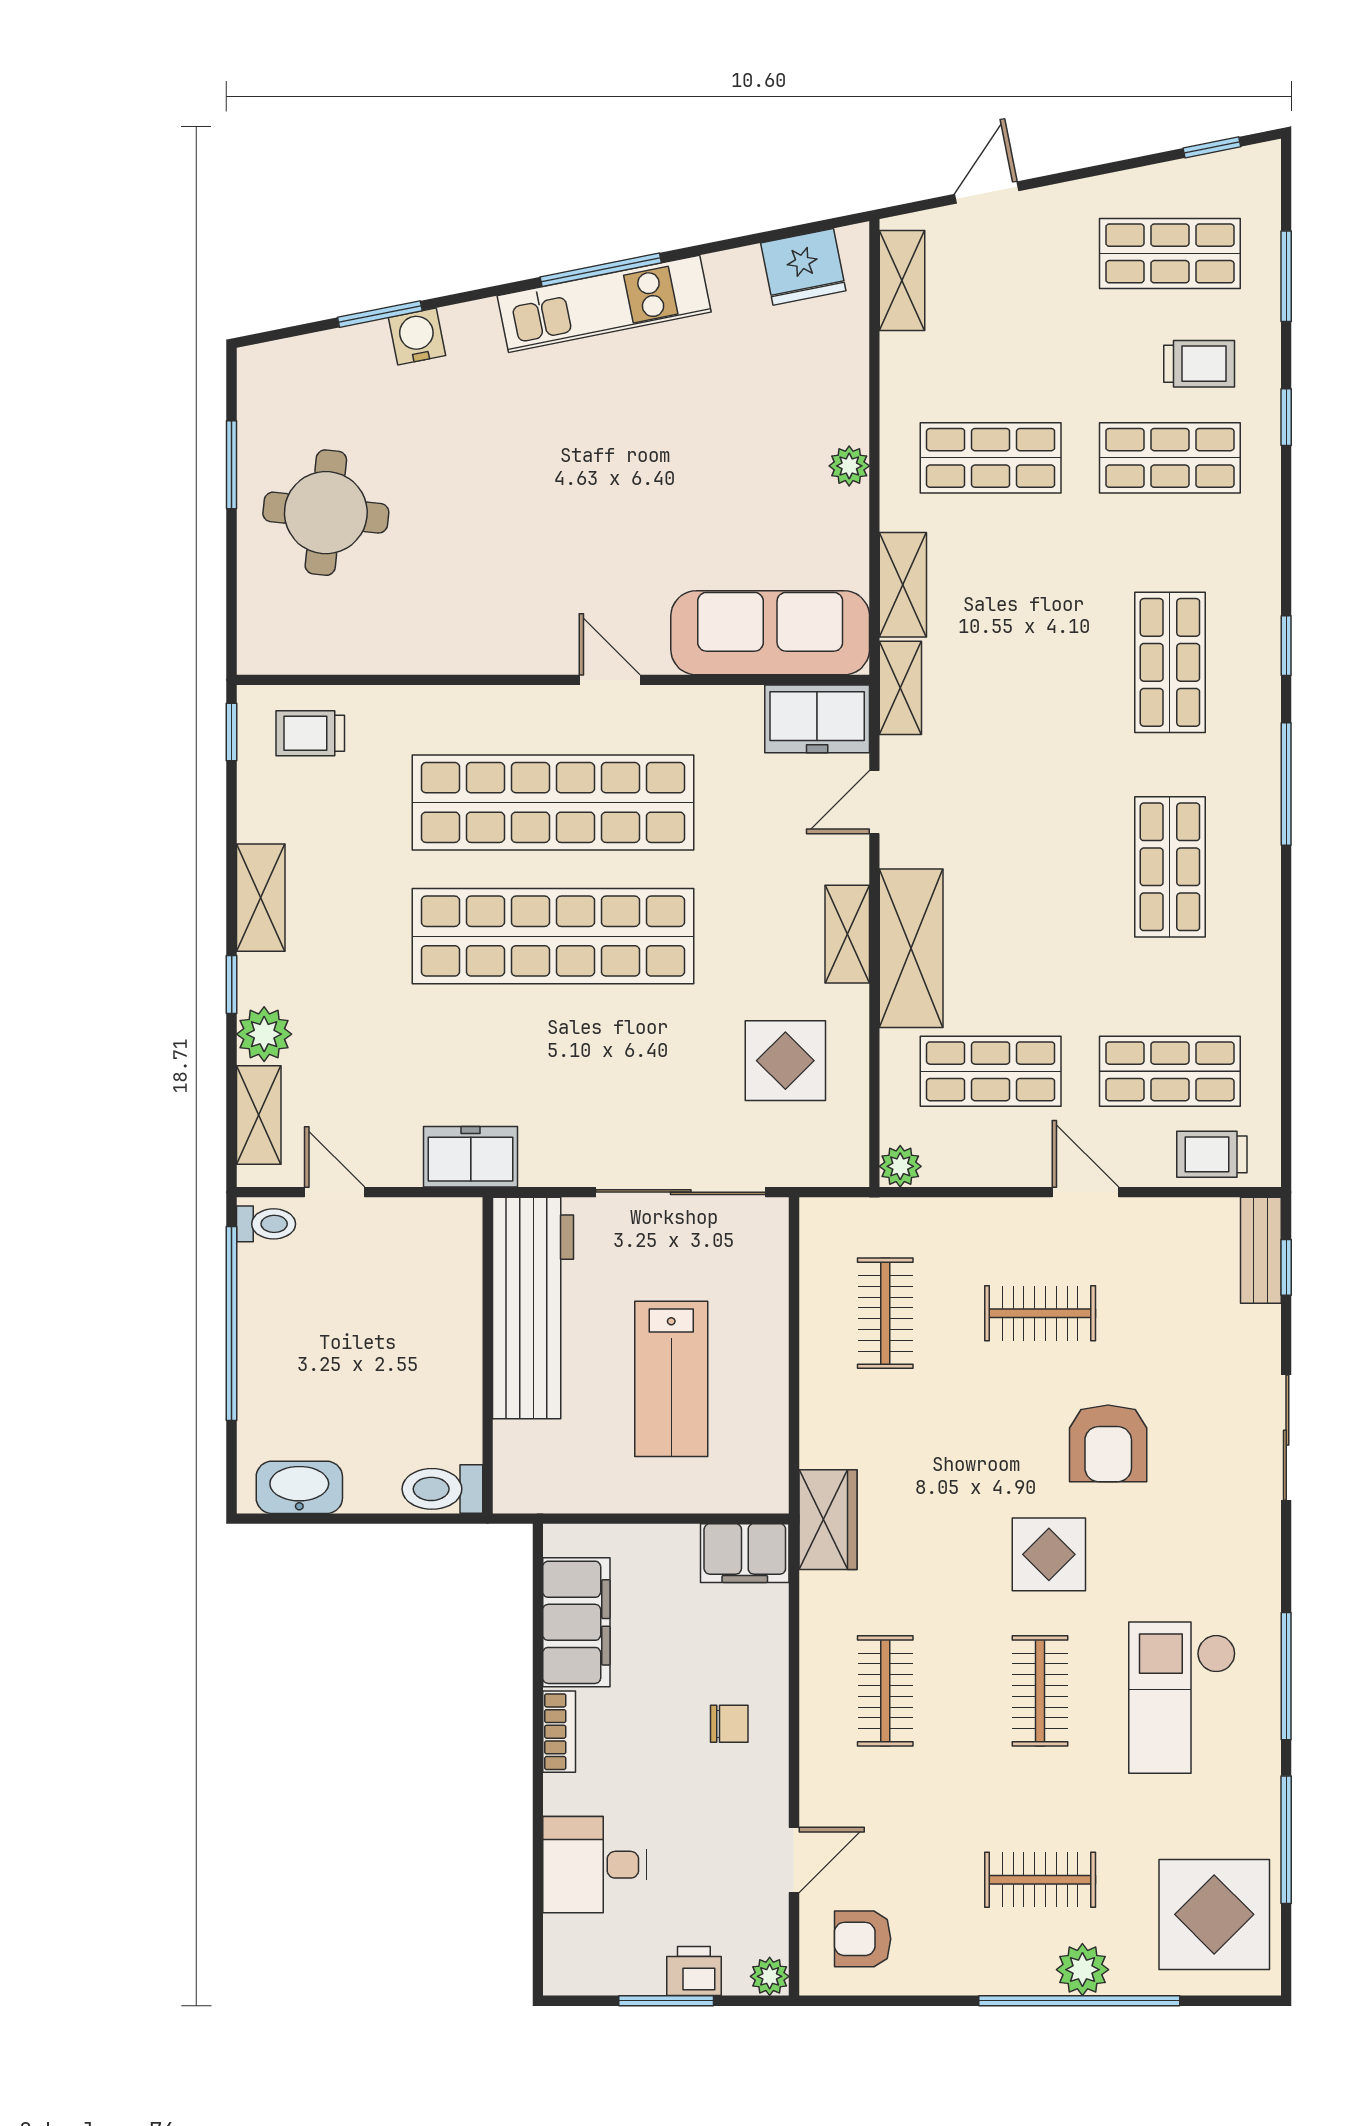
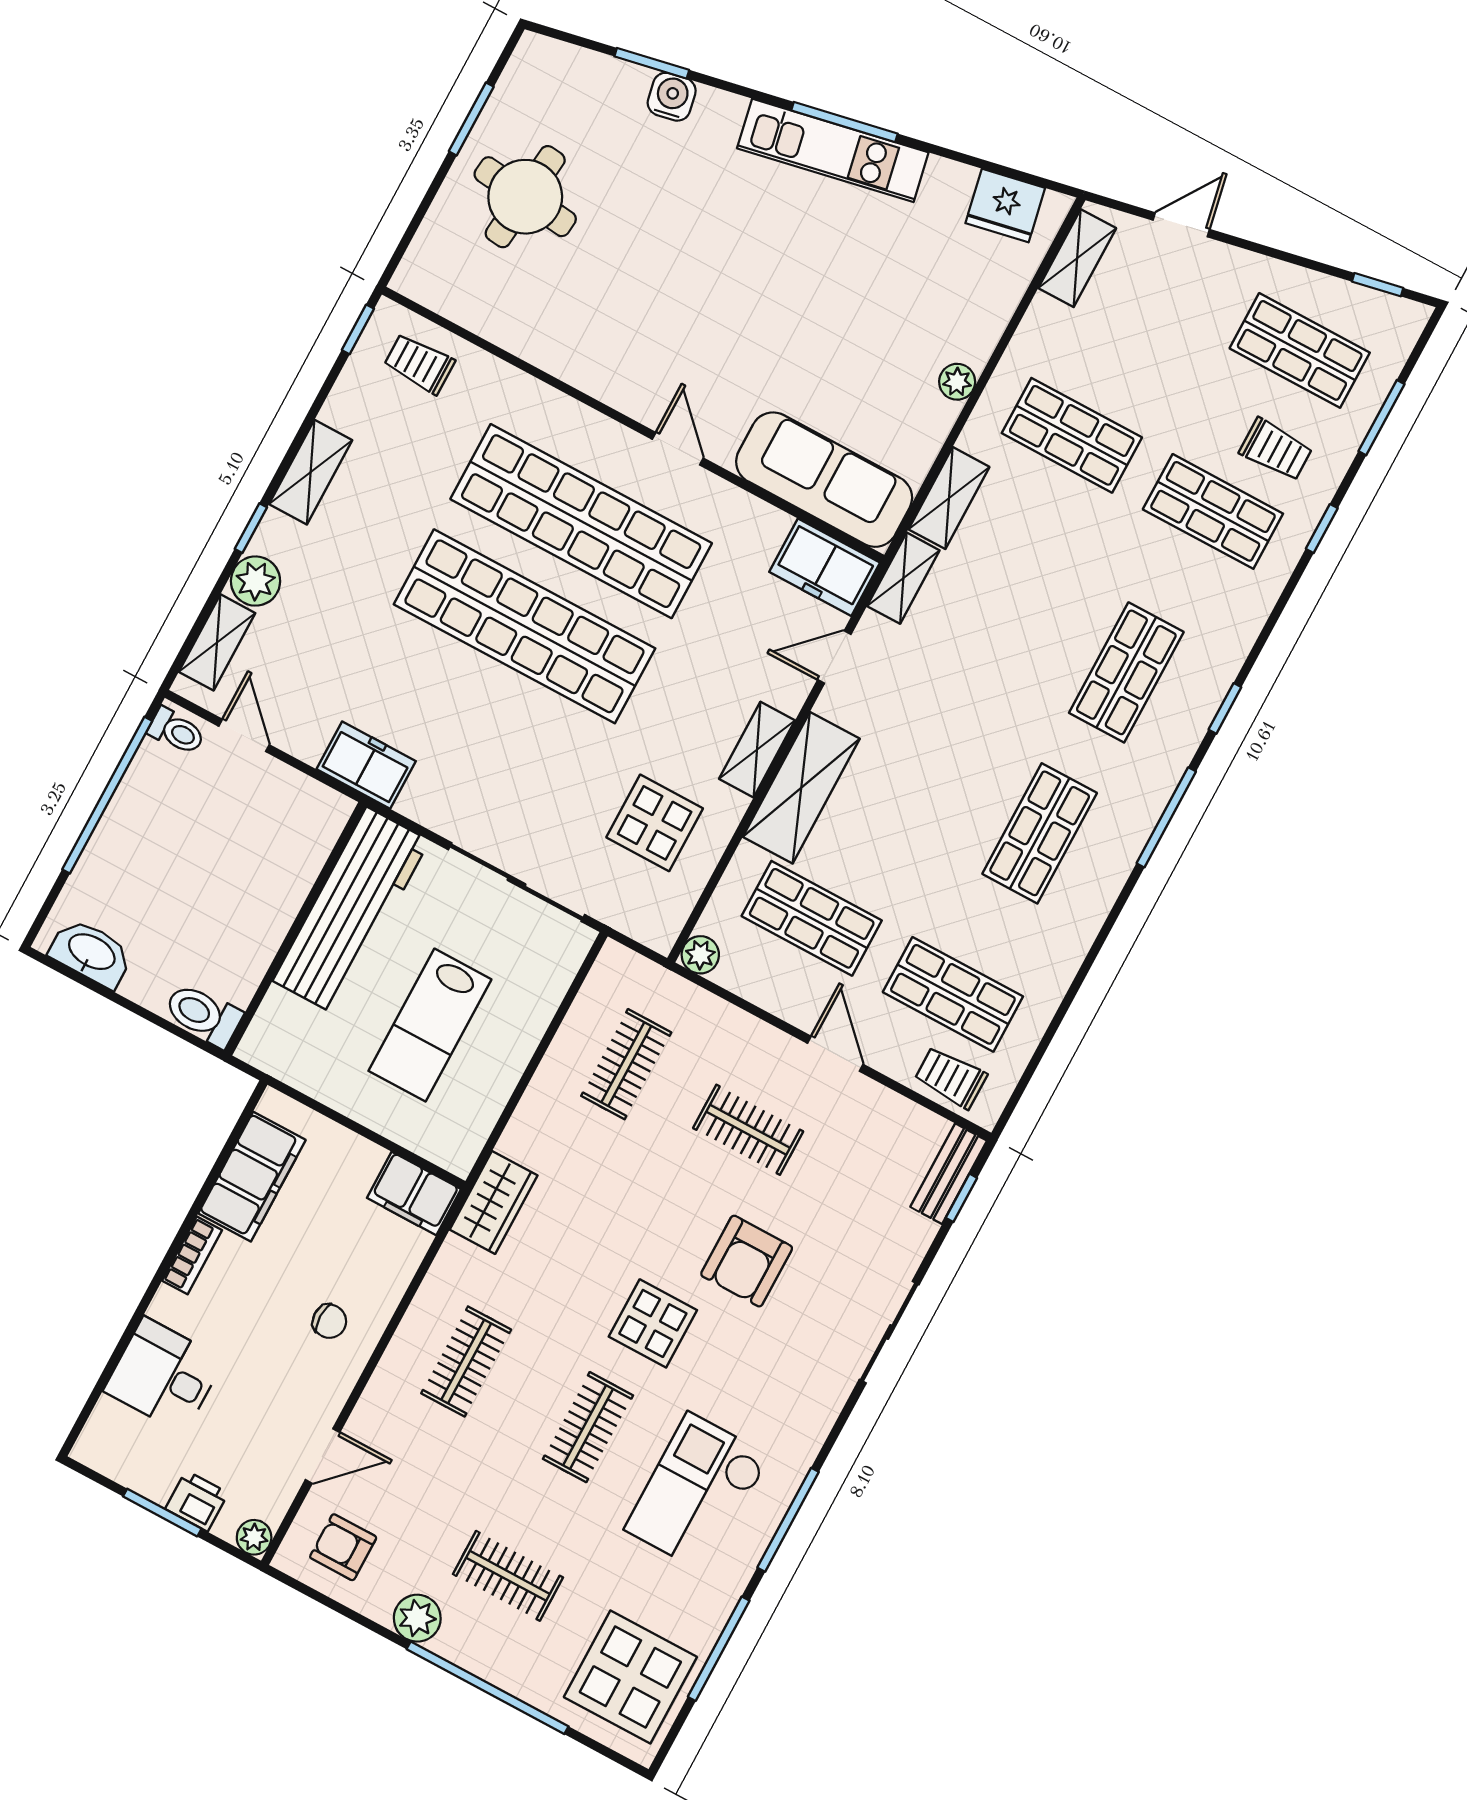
plant: (1082, 1970) -> (417, 1618), moved

